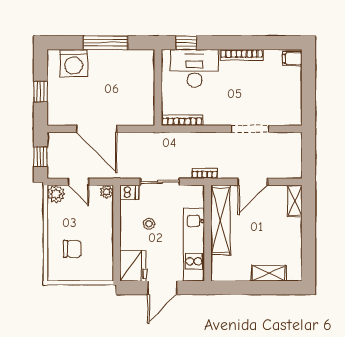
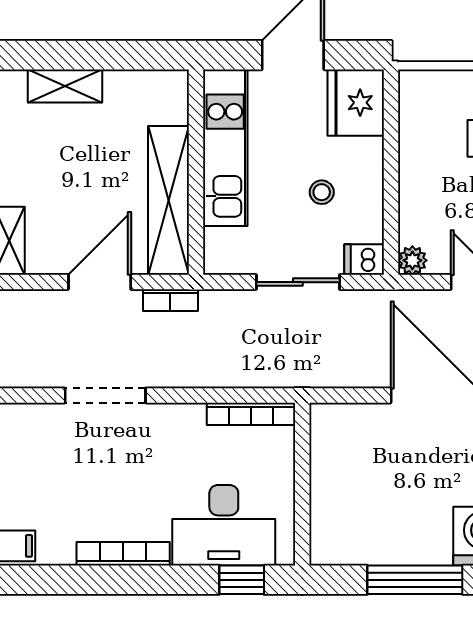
bookcase: (205, 173) -> (170, 300), moved

